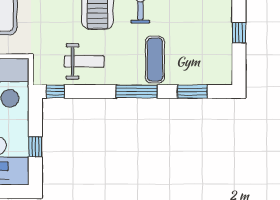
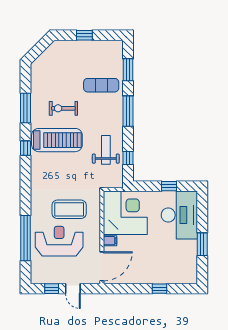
exercise mat: (155, 60) -> (101, 85), moved
window: (55, 91) -> (128, 158), moved

